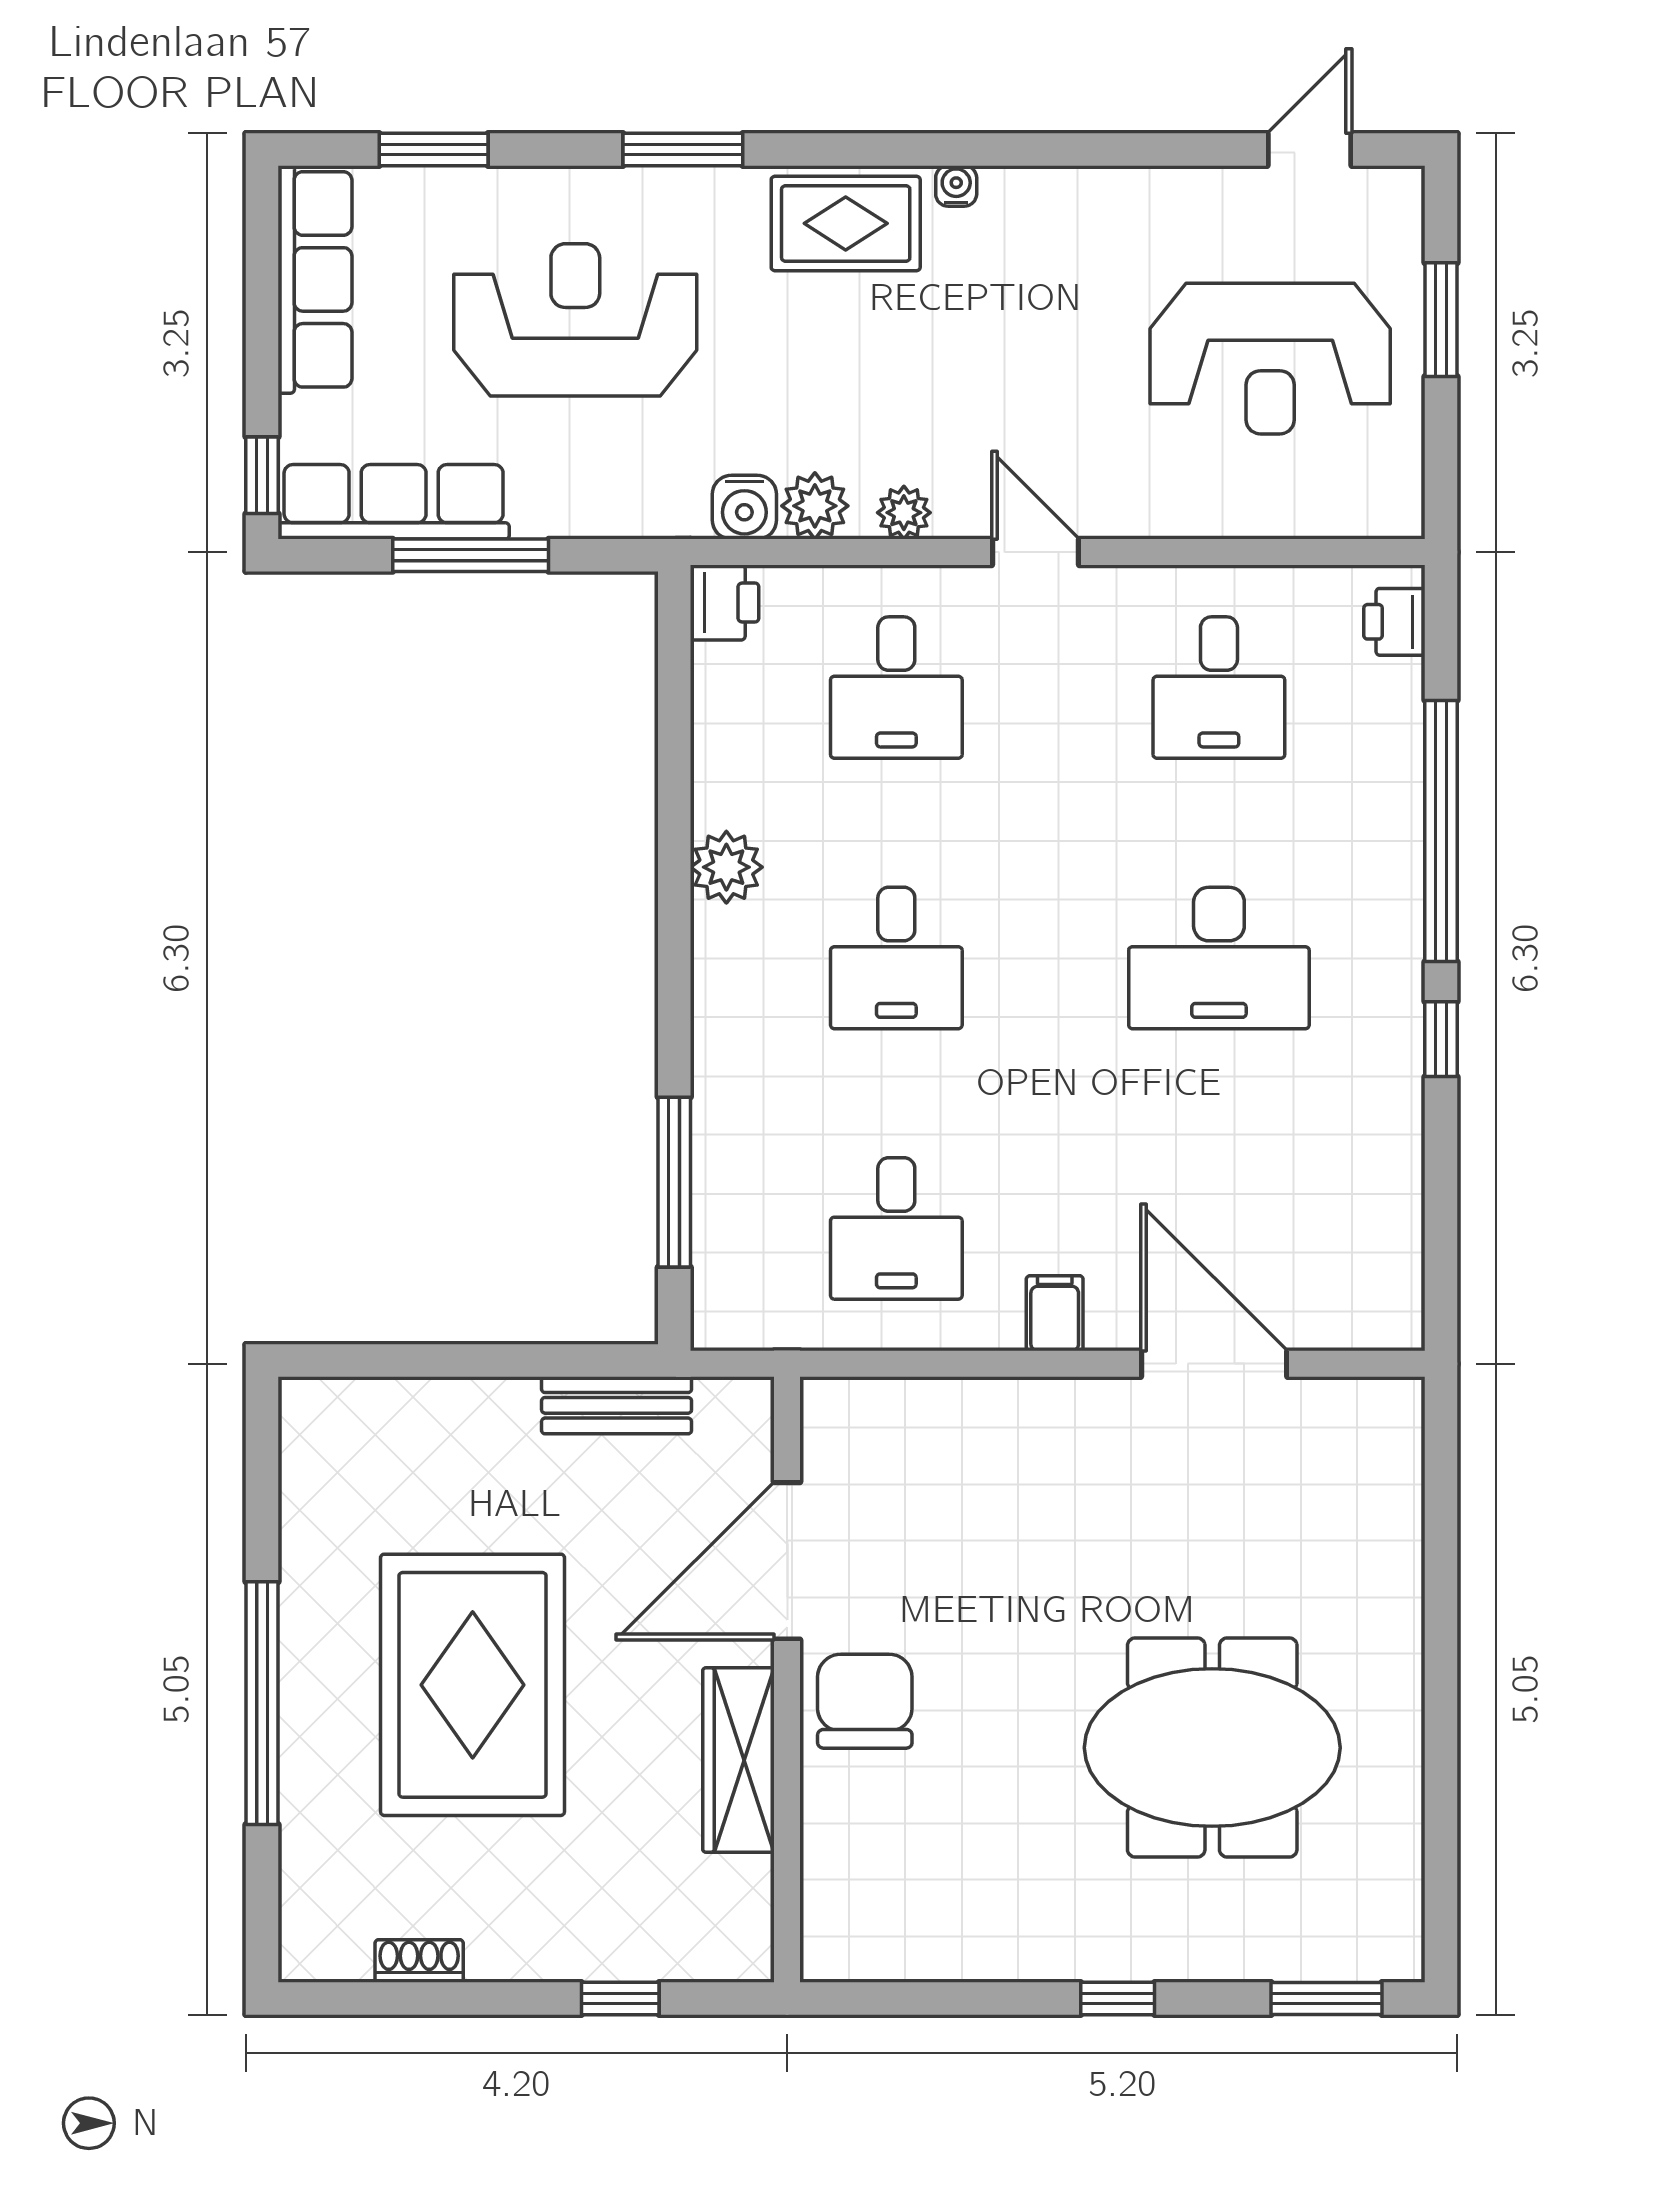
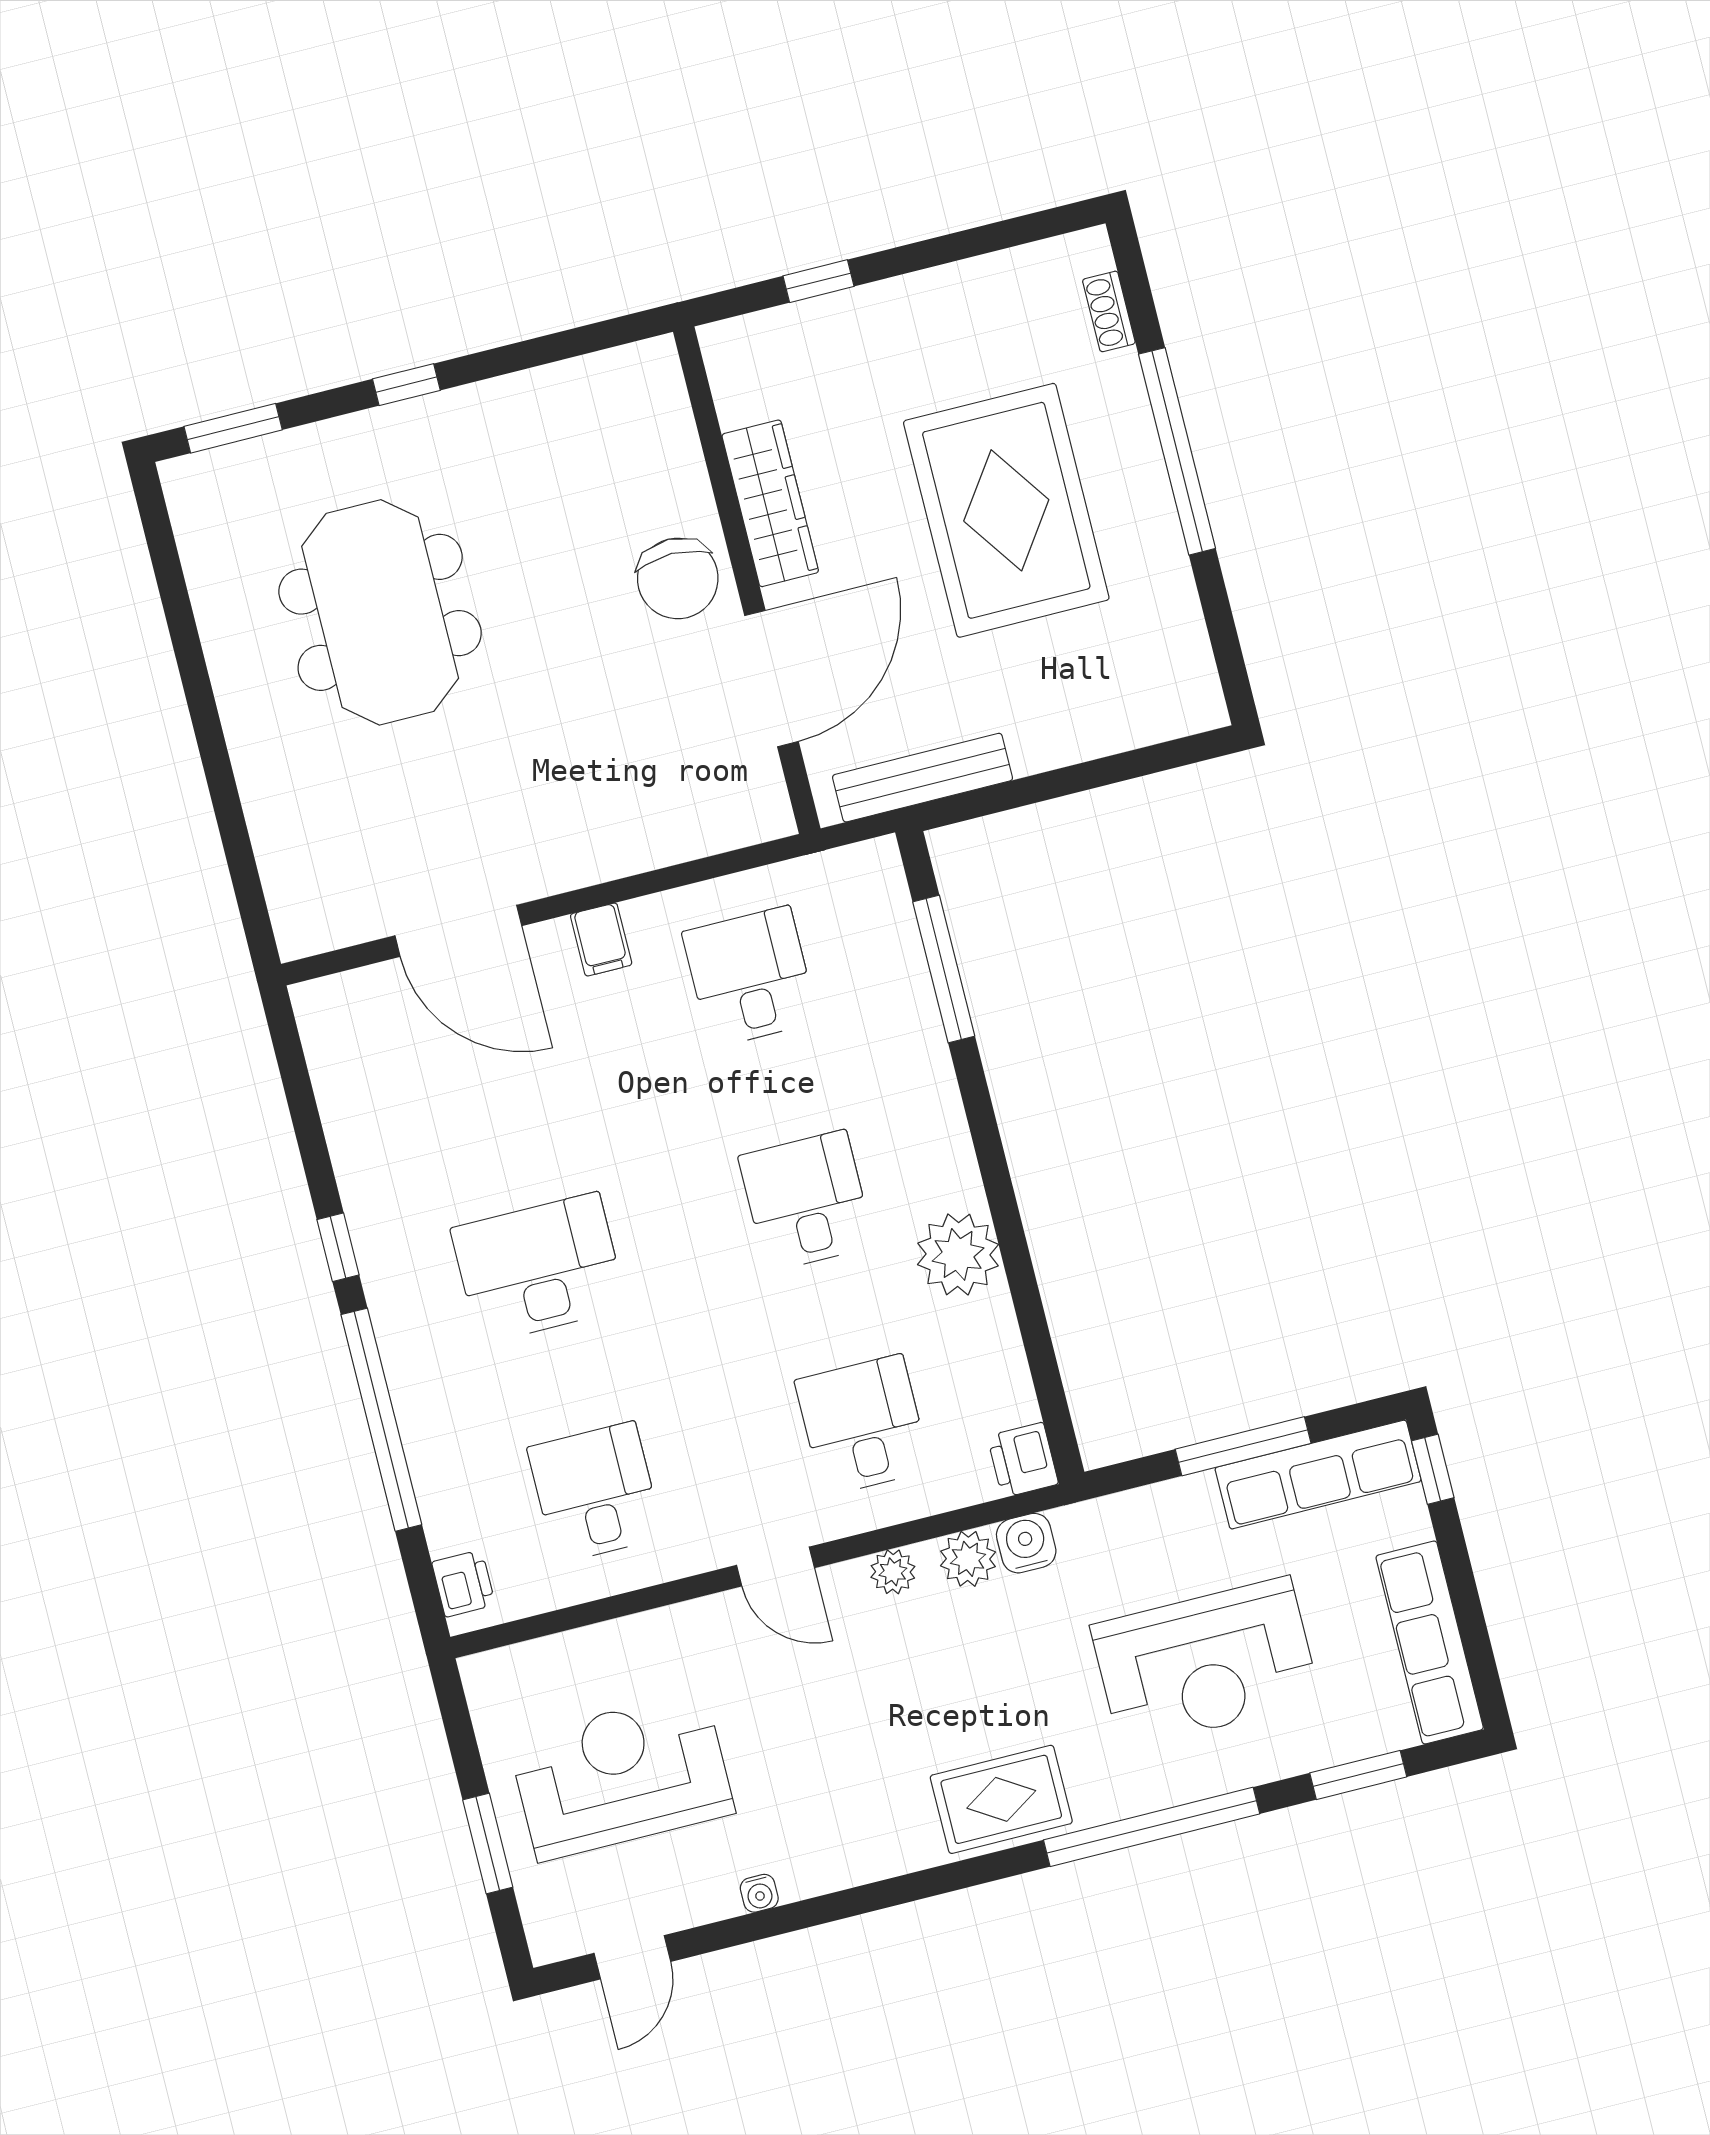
window: (683, 149) -> (1152, 1827), width x2.11
water cooler: (956, 186) -> (759, 1893), moved
plant: (726, 867) -> (958, 1254), width x1.36, depth x1.36
bench: (617, 1405) -> (923, 778), width x1.36
meeting table: (1212, 1748) -> (380, 612), turned 90
shoe rack: (419, 1961) -> (1109, 311), moved, turned 90

